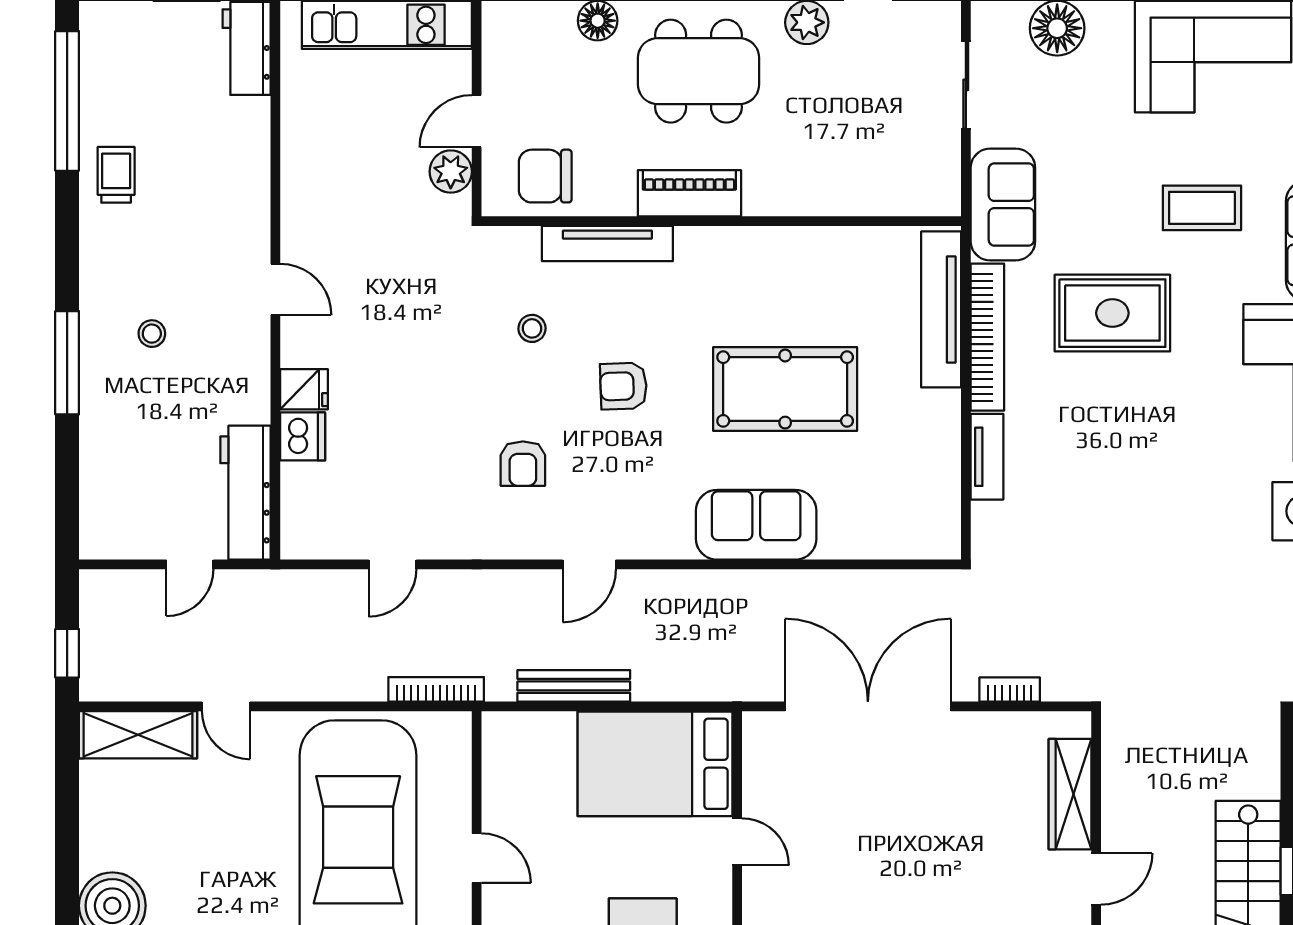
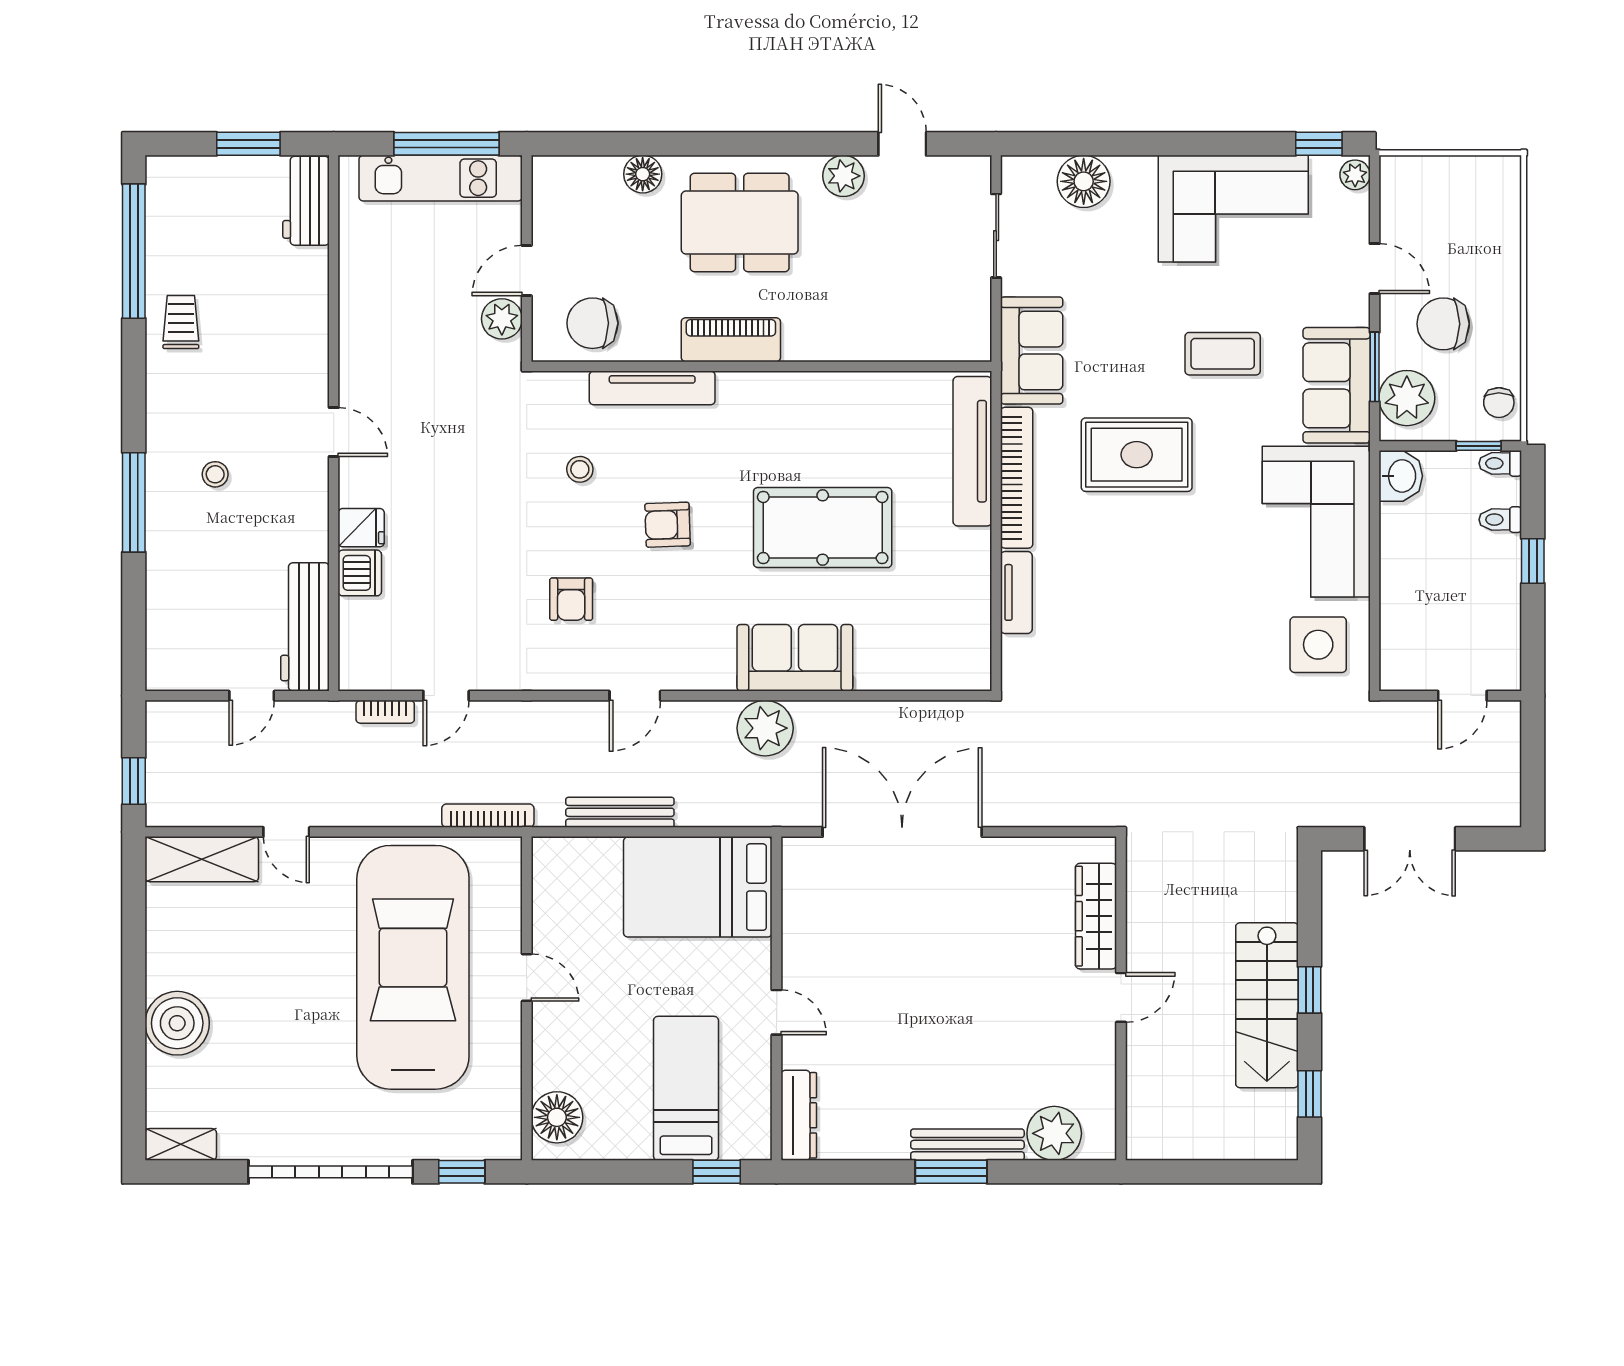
plant: (725, 598) -> (765, 728), added
bookcase: (1010, 690) -> (385, 712), moved, turned 180
door: (737, 842) -> (777, 1012), moved

